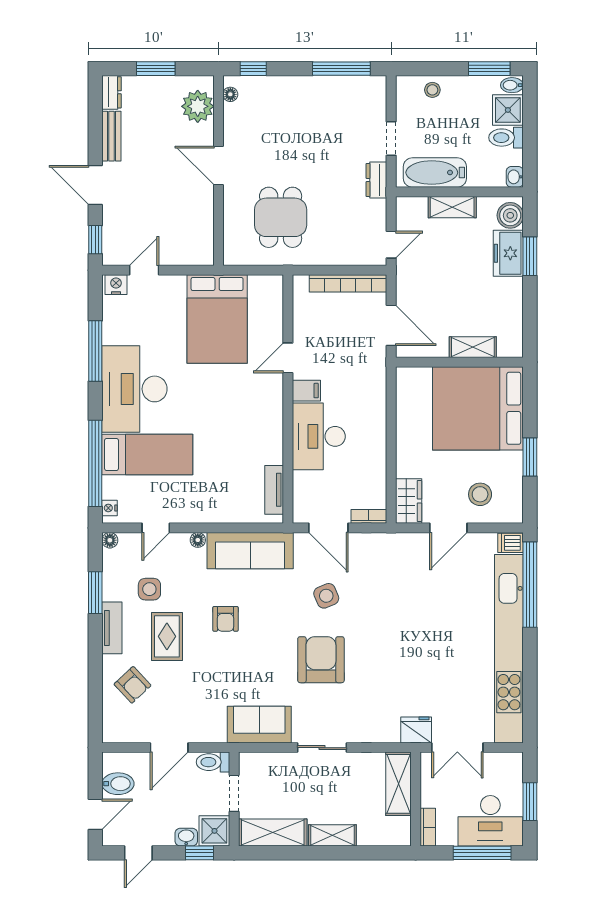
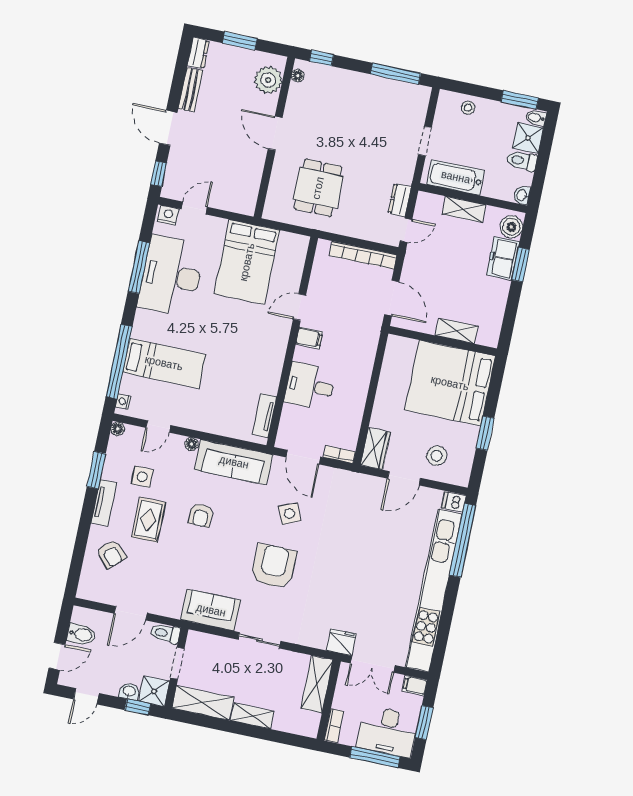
dresser: (376, 180) -> (400, 200), moved
desk: (134, 389) -> (171, 276), moved
desk: (319, 436) -> (310, 386), width x0.73
filing cabinet: (510, 762) -> (415, 685), added

